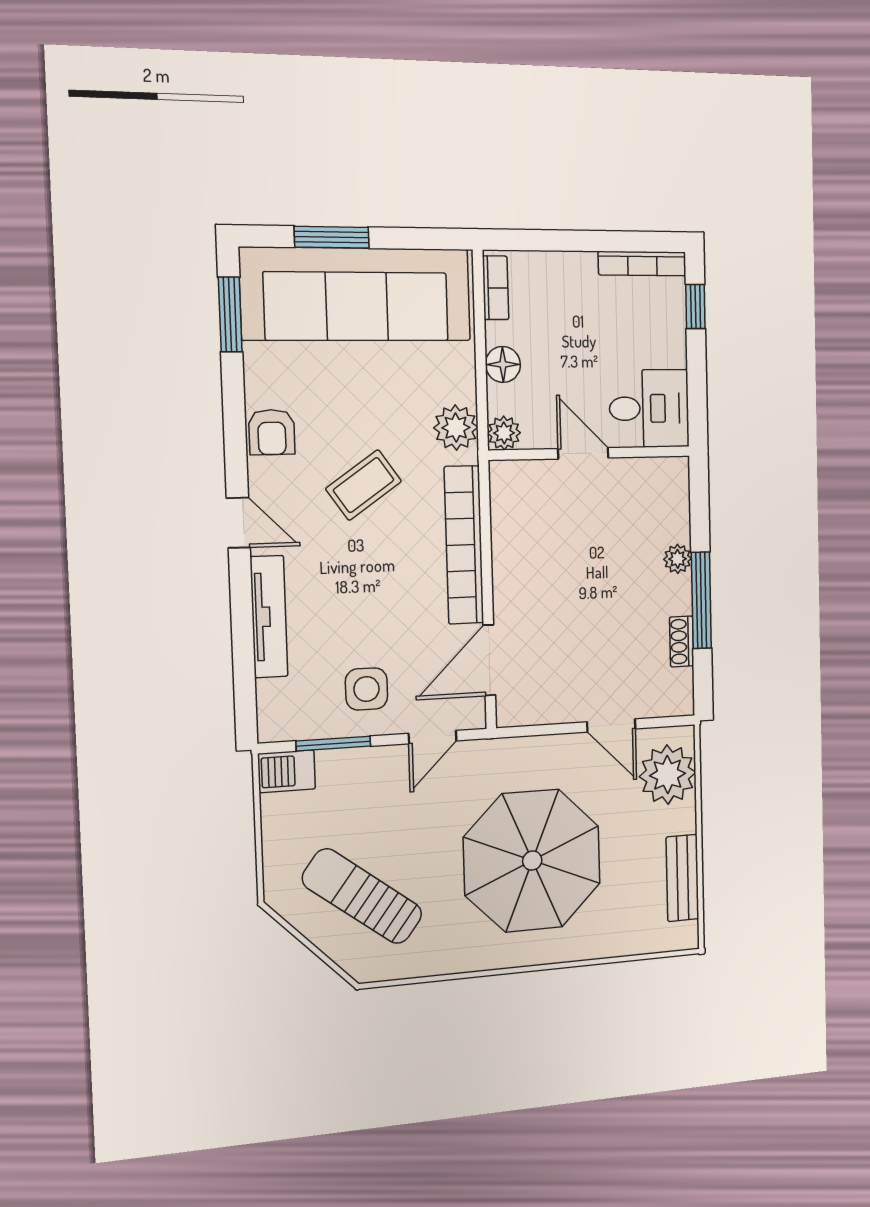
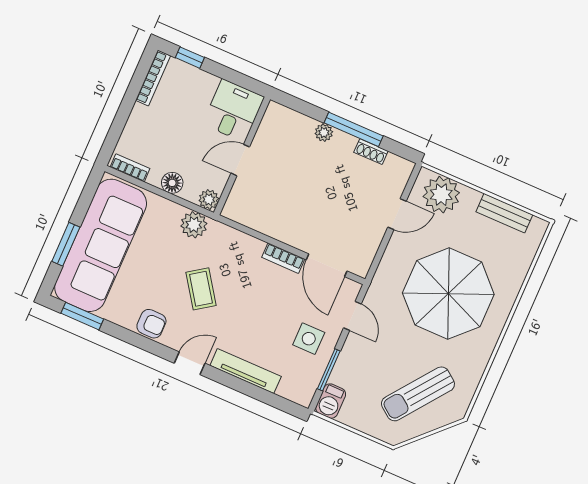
bookcase: (464, 545) -> (283, 258), width x0.43, depth x0.76

